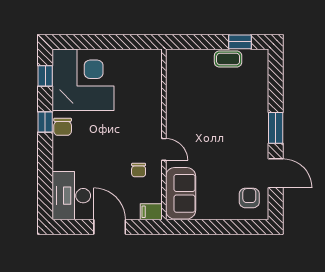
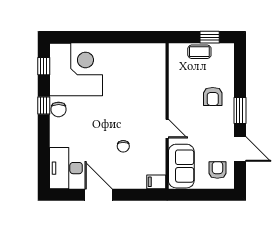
armchair: (244, 111) -> (213, 96), added
wall: (164, 134) -> (167, 116), moved
door: (164, 149) -> (167, 129), moved
sofa: (181, 193) -> (181, 166), moved
filing cabinet: (151, 212) -> (156, 182), moved

